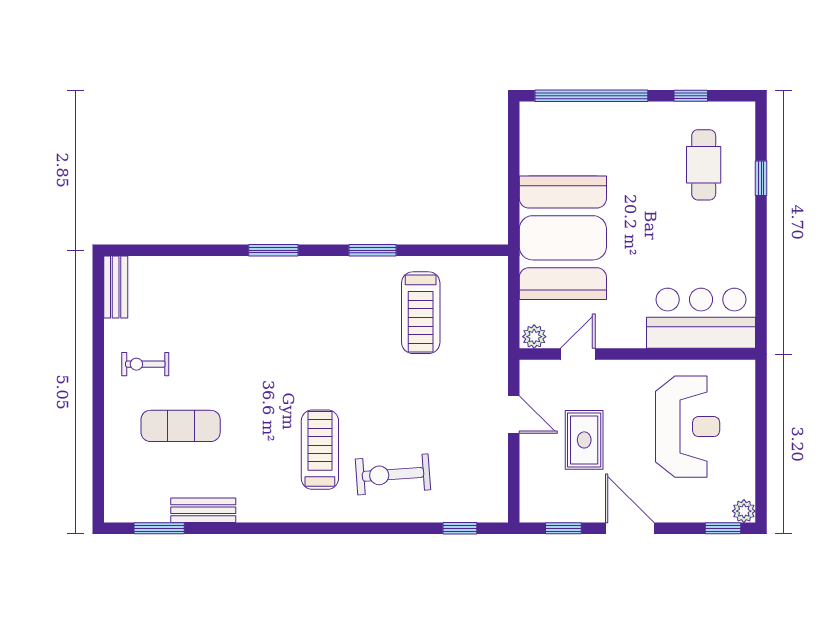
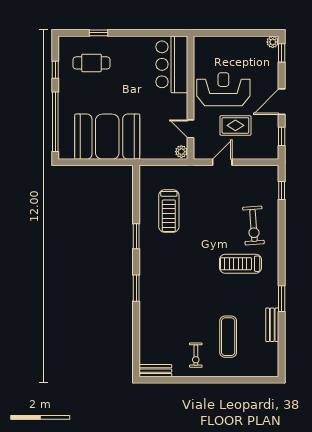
booth: (563, 238) -> (107, 137), moved
treadmill: (421, 313) -> (169, 211), turned 90
reception desk: (688, 427) -> (223, 89), moved
window: (159, 528) -> (282, 299), moved

